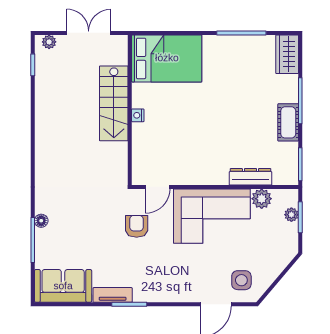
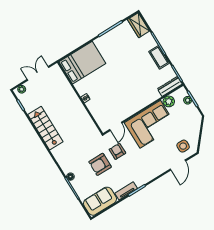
stairs: (114, 103) -> (45, 128), moved, turned 180
dresser: (250, 177) -> (170, 86), moved
armchair: (98, 230) -> (100, 164), added

